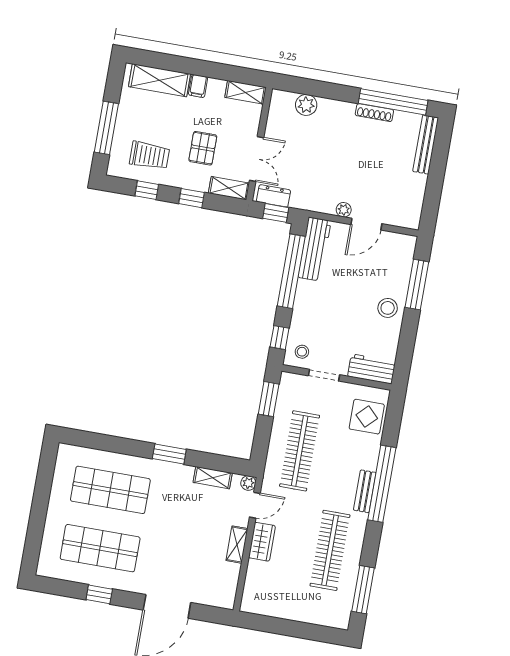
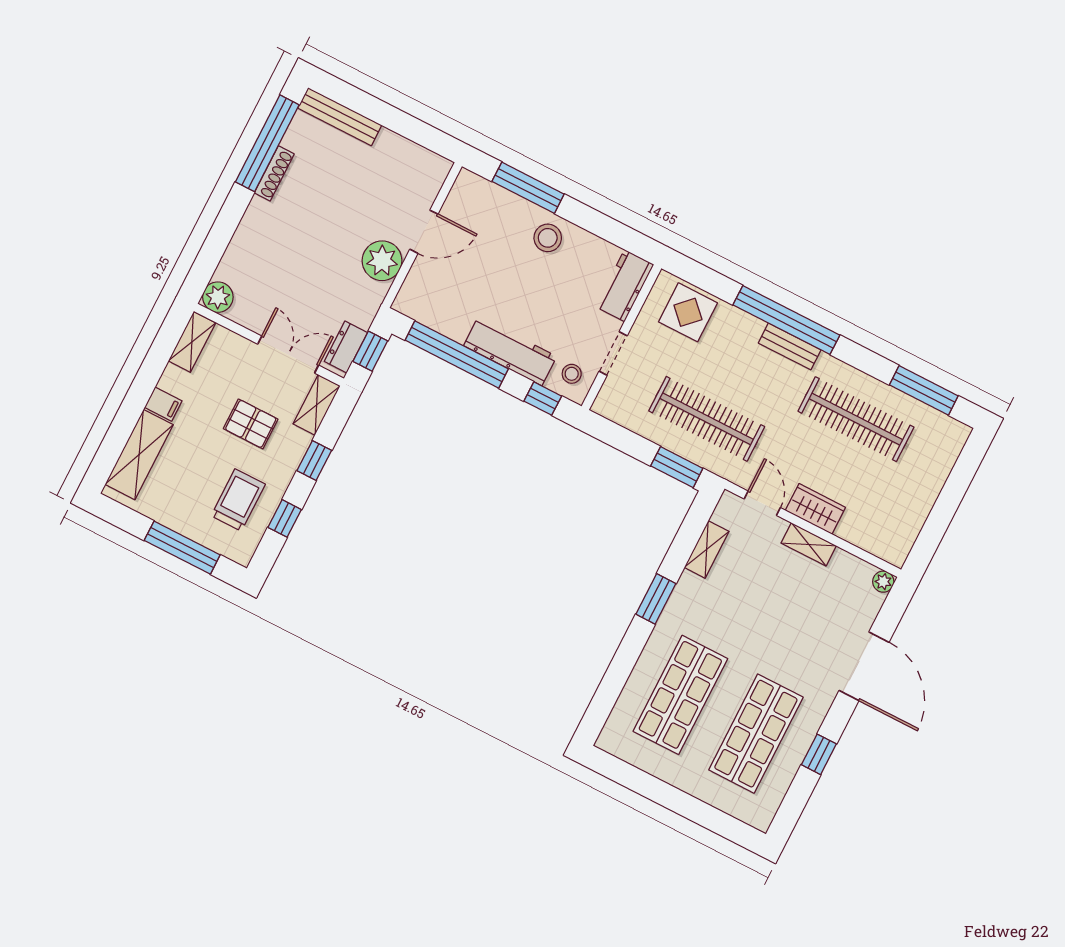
plant: (306, 105) -> (218, 297), moved
plant: (344, 210) -> (382, 261), width x1.87, depth x1.87
door: (366, 224) -> (424, 232), hinge flipped
workbench: (315, 249) -> (510, 351), moved
window: (269, 399) -> (677, 467), moved
plant: (248, 483) -> (883, 582), moved

